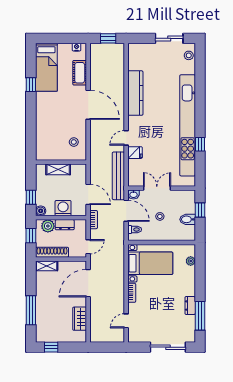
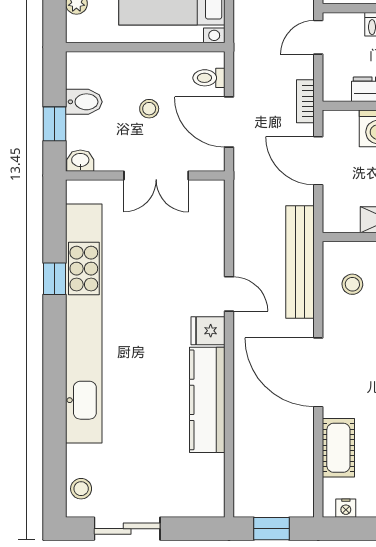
door: (126, 138) -> (229, 294), hinge flipped
fridge: (135, 153) -> (208, 331), moved
bench: (118, 176) -> (300, 262), moved
washbasin: (133, 194) -> (80, 161), moved

